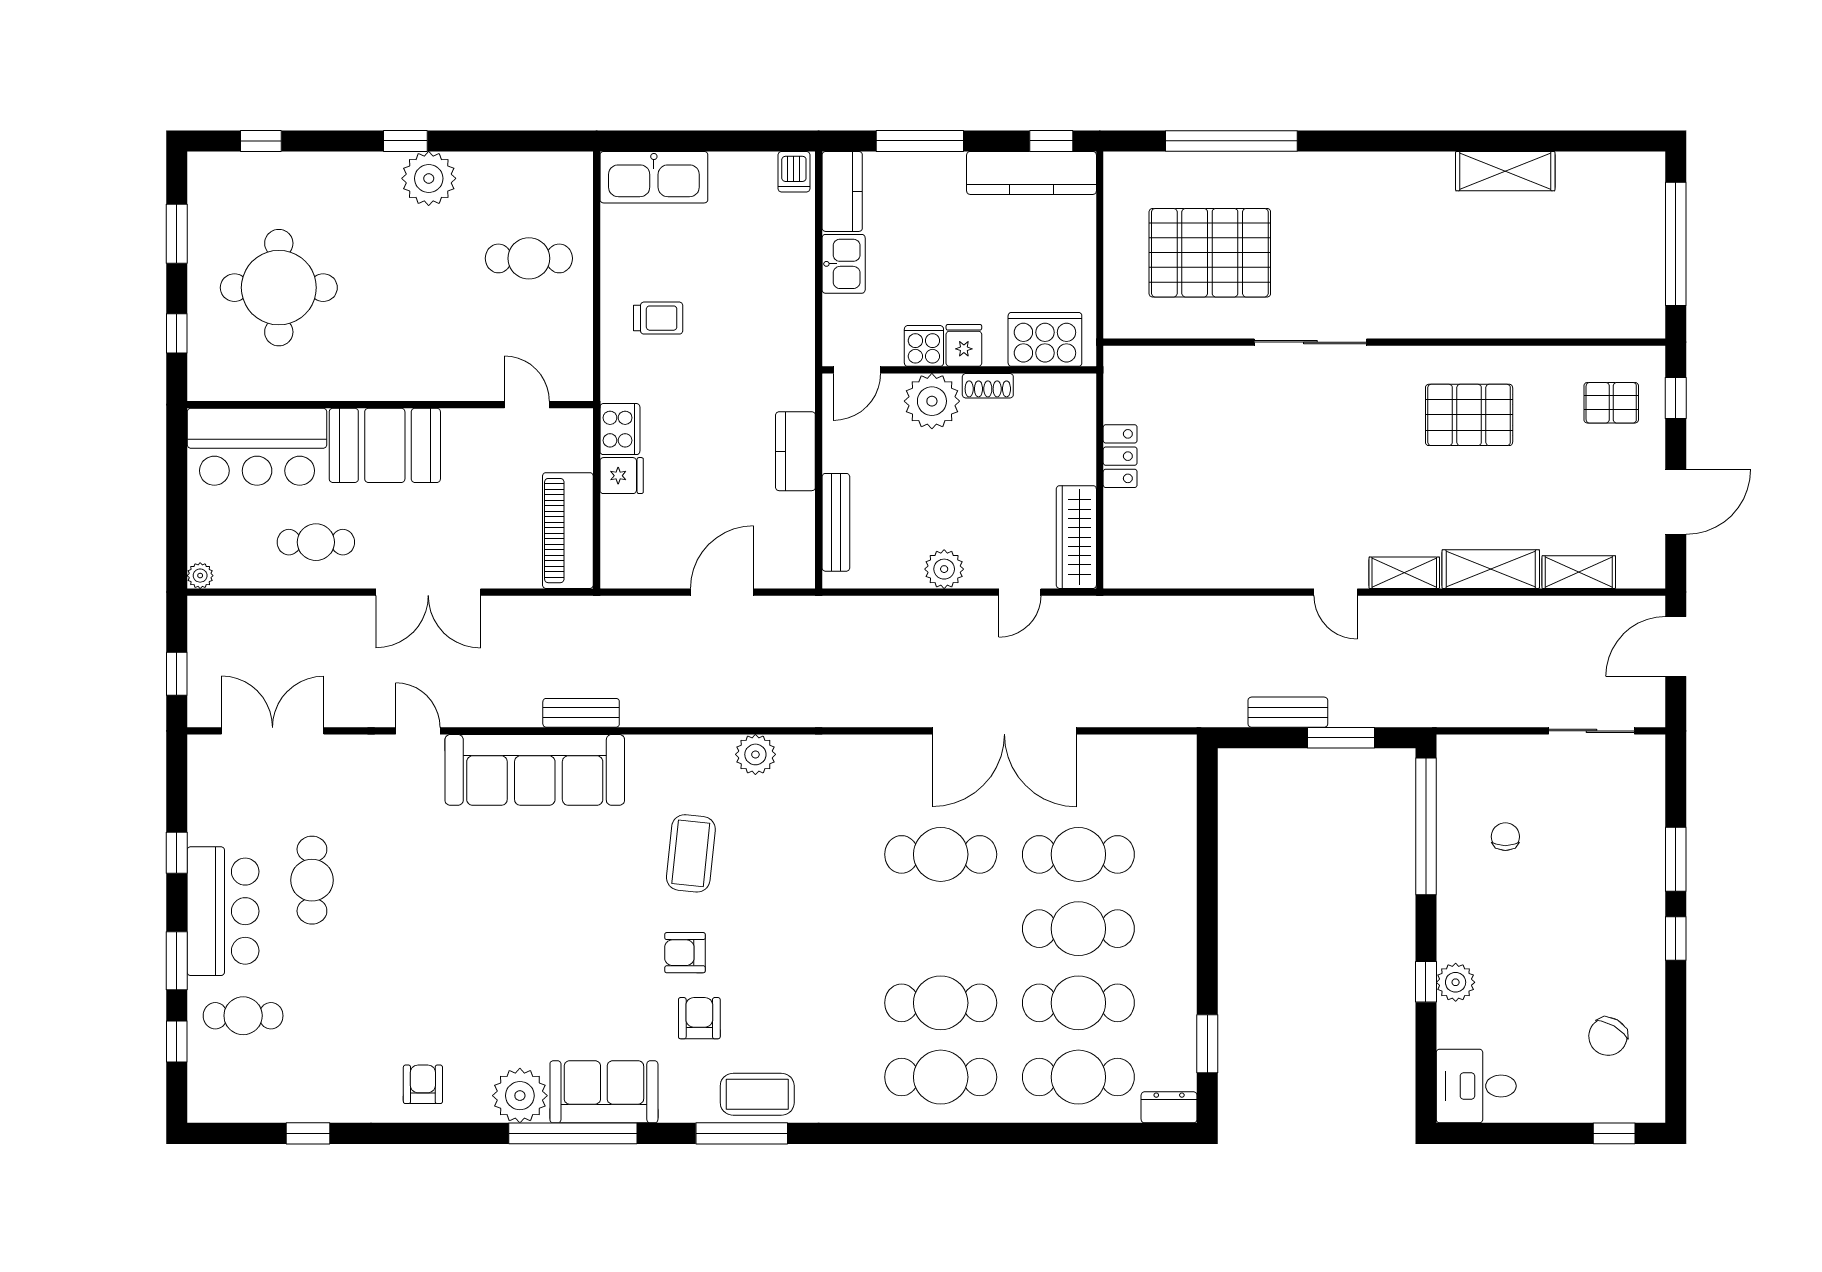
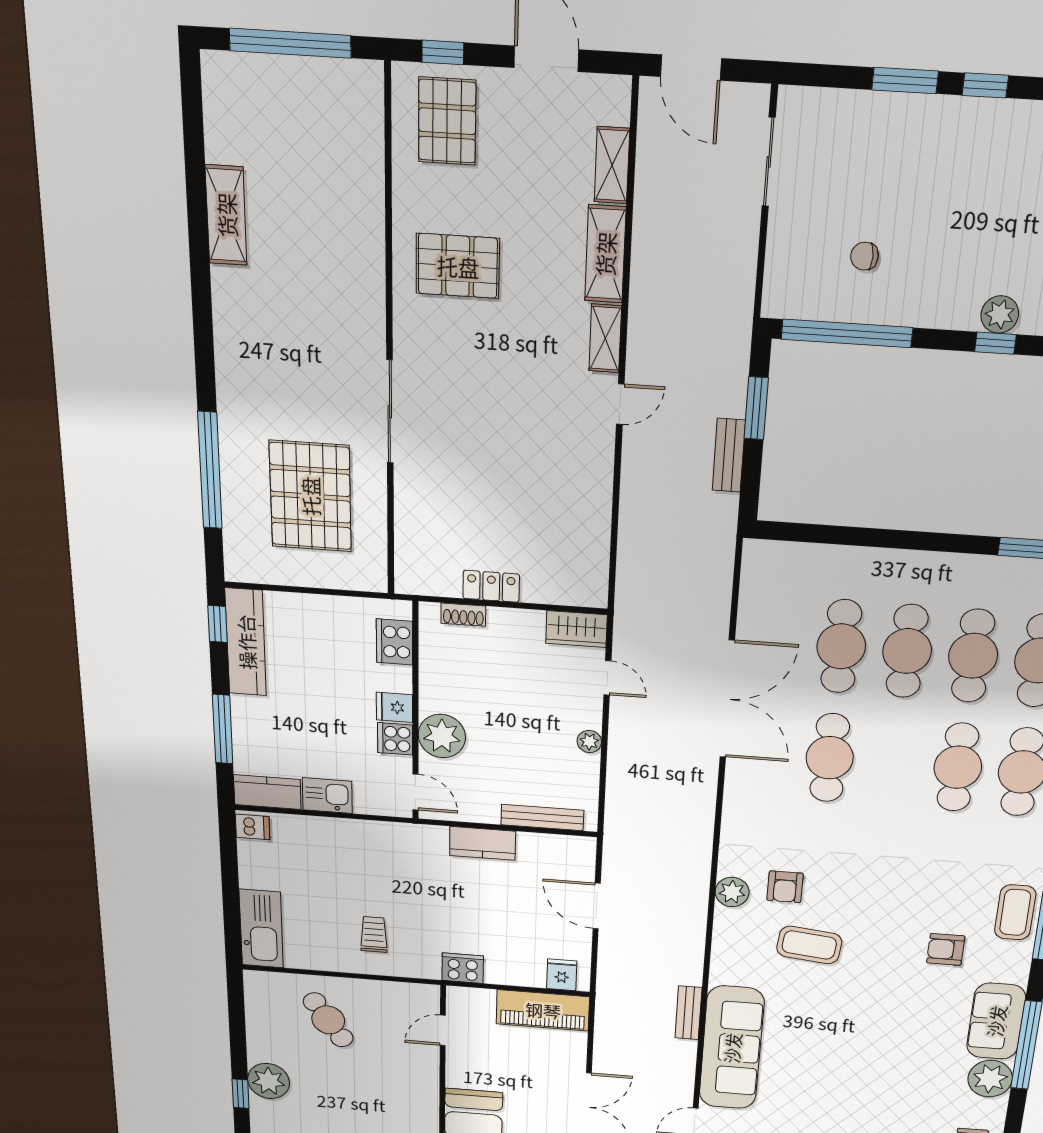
cafe table: (529, 258) -> (328, 1020), turned -34
cooker: (1045, 339) -> (394, 642), width x0.73, depth x0.76
shoe rack: (988, 386) -> (463, 615), moved, turned 90
pallet: (1611, 403) -> (447, 121), width x1.50, depth x1.42
pallet: (1469, 415) -> (458, 266), turned 90
fridge: (622, 476) -> (562, 975), moved
wardrobe: (1076, 537) -> (576, 629), width x0.67
plant: (944, 569) -> (589, 741), width x0.73, depth x0.73
armchair: (685, 953) -> (785, 887), moved

